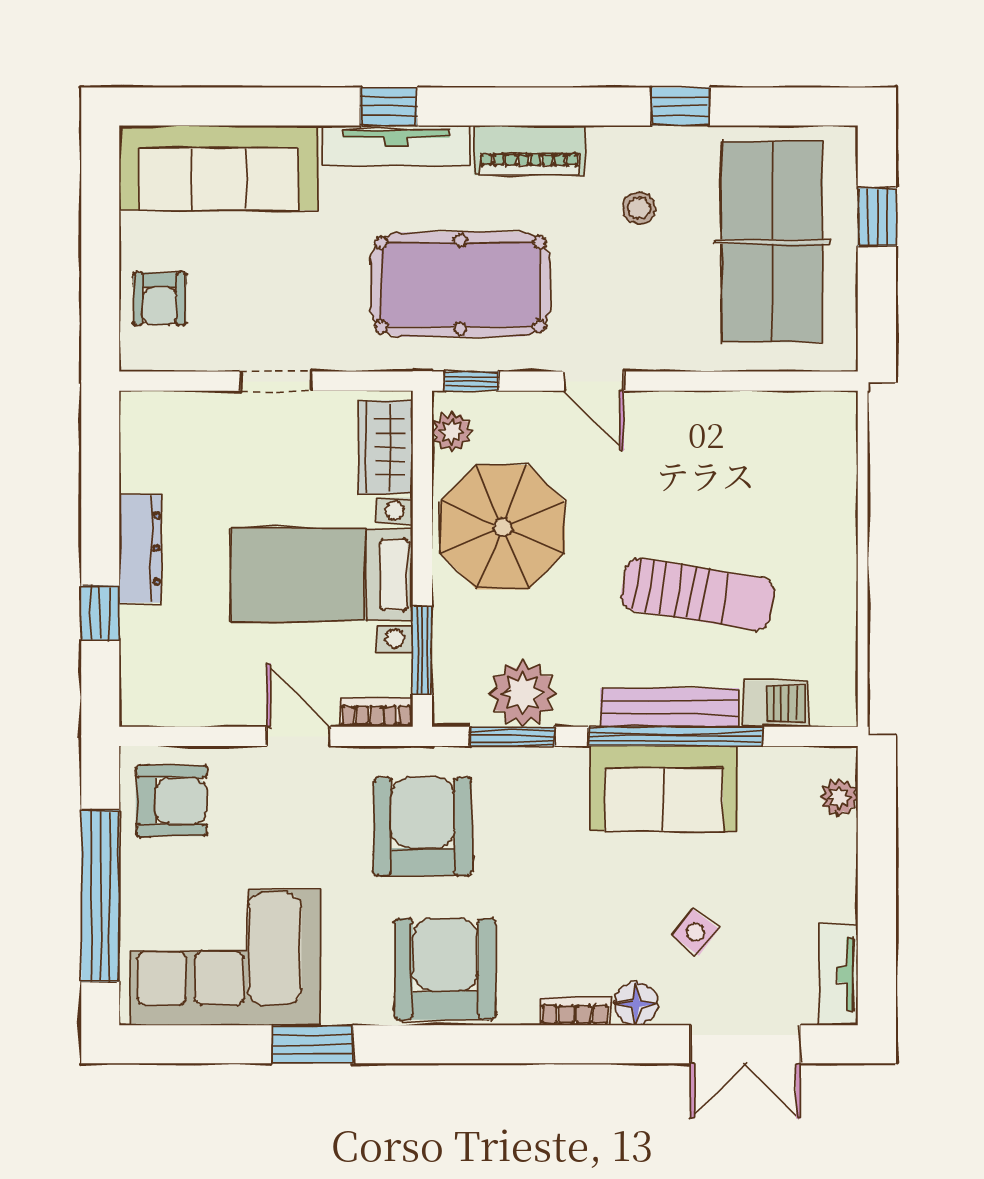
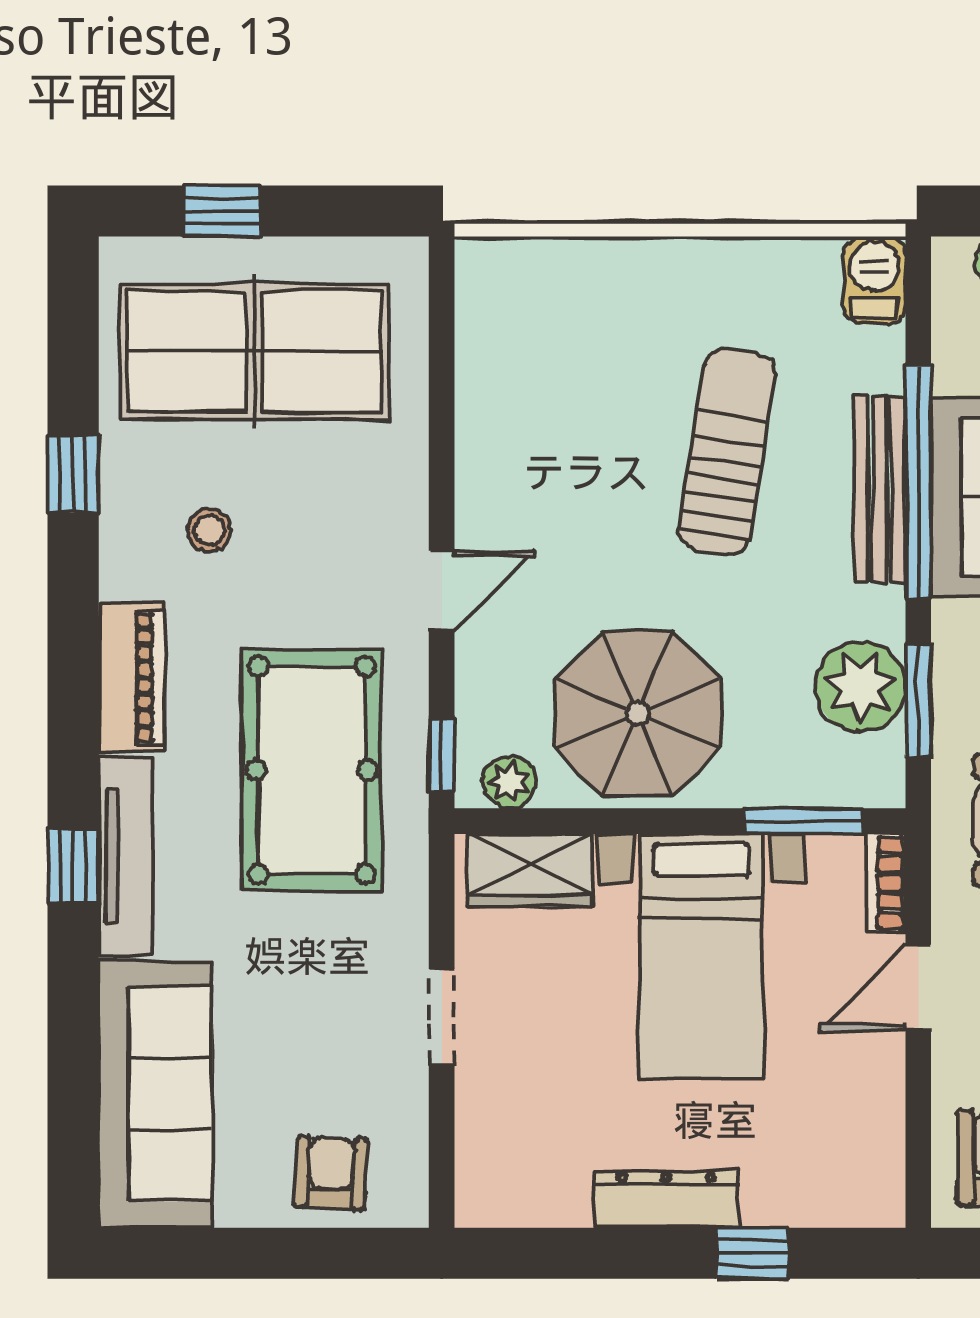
armchair: (160, 299) -> (331, 1173), turned -87
barbecue: (775, 704) -> (874, 280), moved

